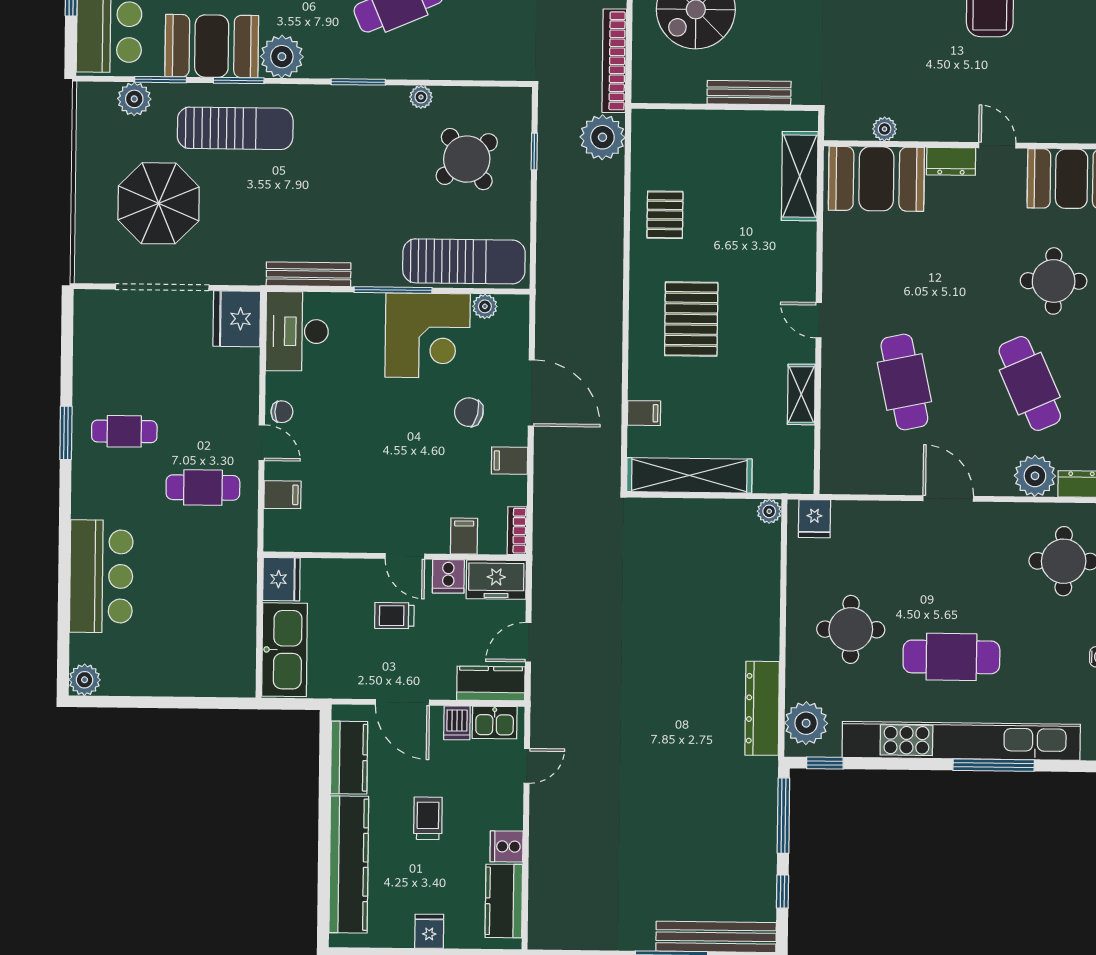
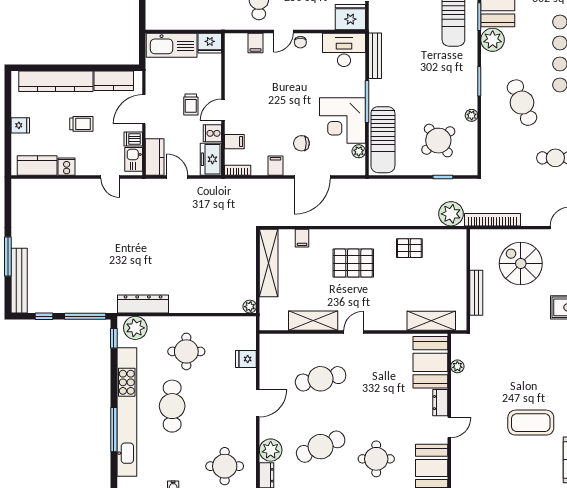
shelving: (801, 394) -> (313, 321), width x1.50, depth x1.33
chair: (469, 412) -> (301, 143), turned -104
fridge: (814, 519) -> (246, 359), moved
trolley: (394, 616) -> (191, 104), turned 180

